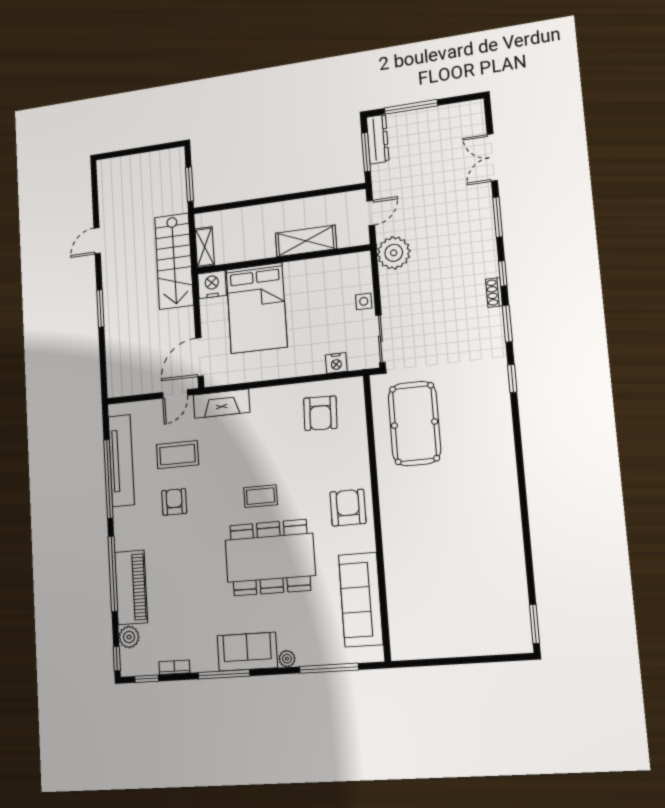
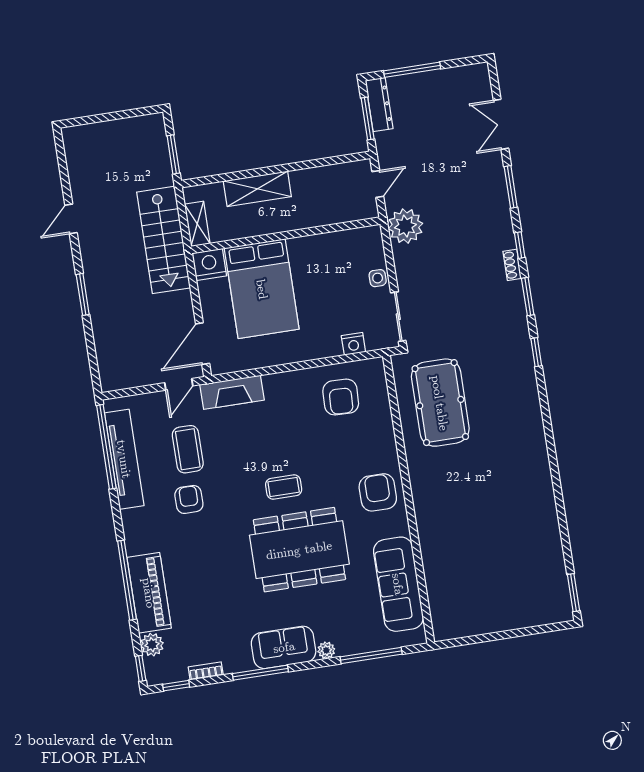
shelving: (306, 241) -> (257, 189), moved
coffee table: (177, 455) -> (188, 449), turned 90
window: (108, 479) -> (106, 447), moved

